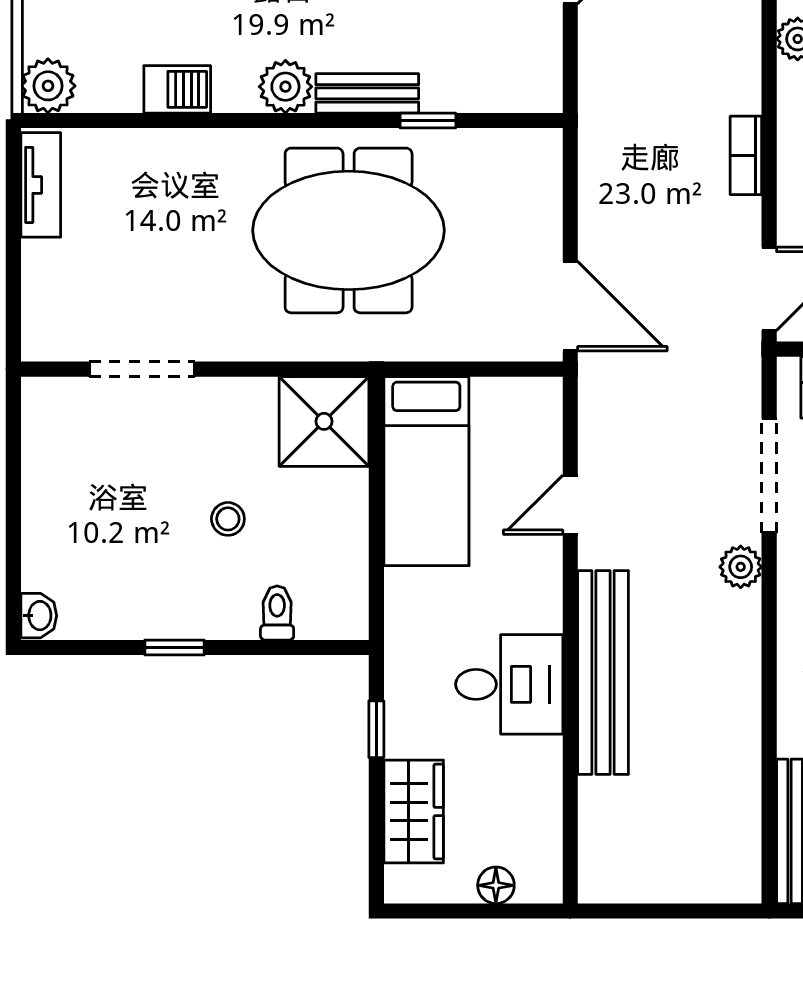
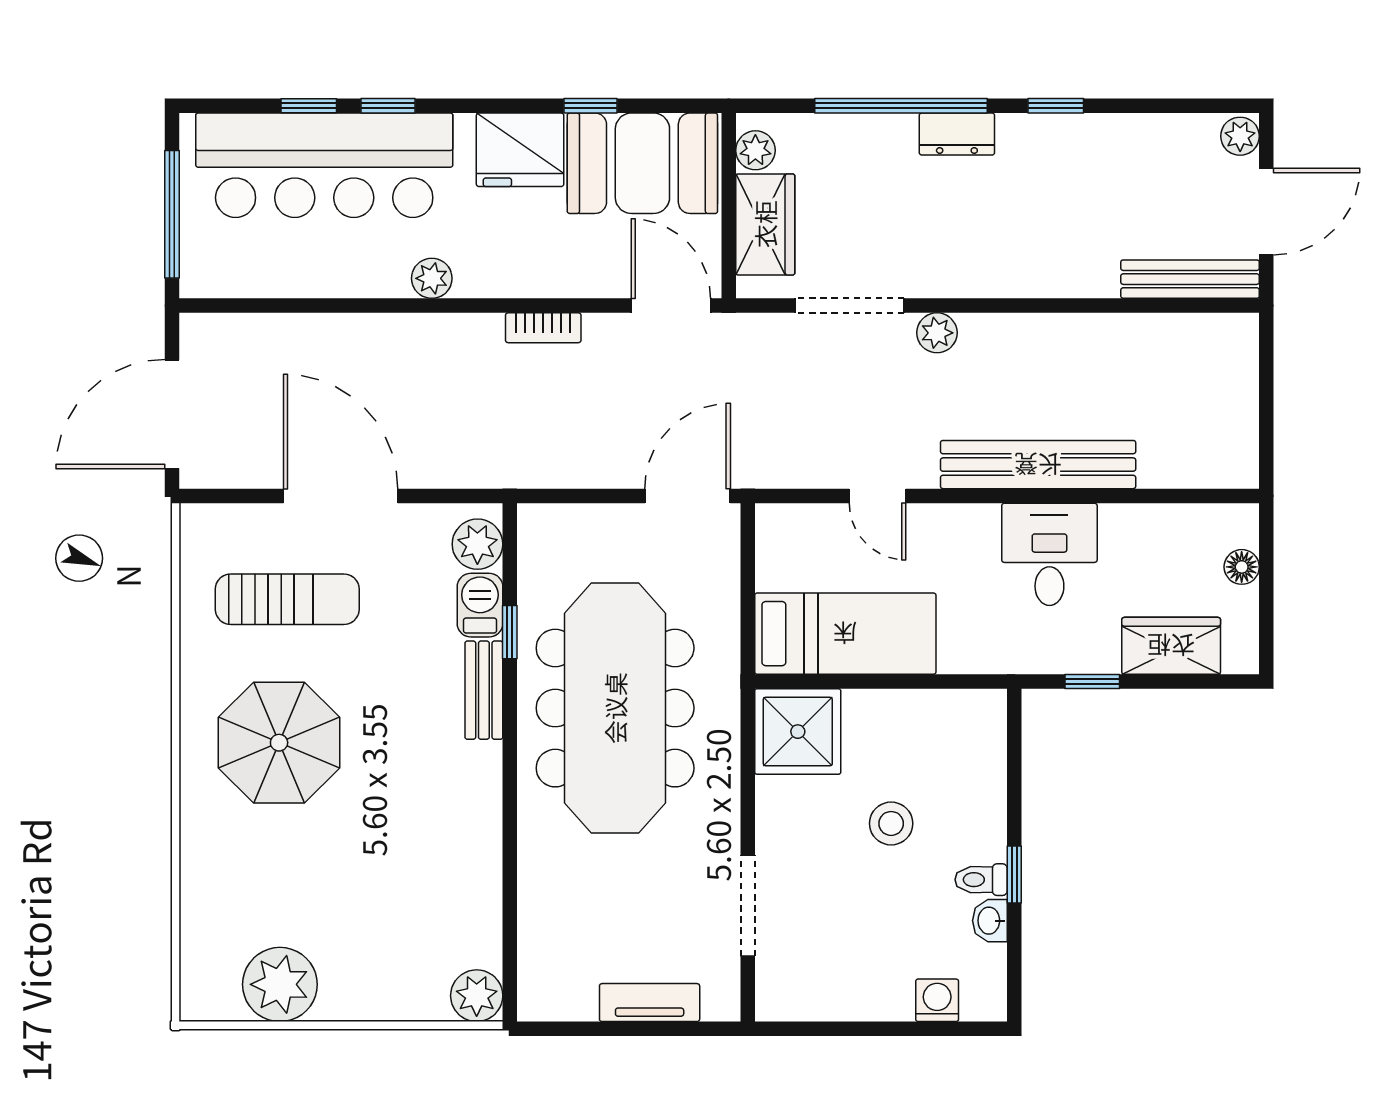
plant: (285, 87) -> (477, 544), moved
barbecue: (177, 89) -> (480, 605), moved
tv unit: (41, 185) -> (650, 1003), moved
meeting table: (349, 230) -> (615, 708), width x1.36
stool: (228, 519) -> (891, 823), width x1.37, depth x1.37
washing machine: (43, 567) -> (937, 1000), added
toilet: (277, 613) -> (981, 880), moved
washbasin: (39, 616) -> (990, 921), moved, turned -90

